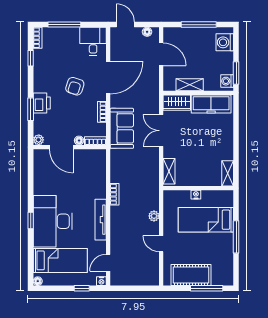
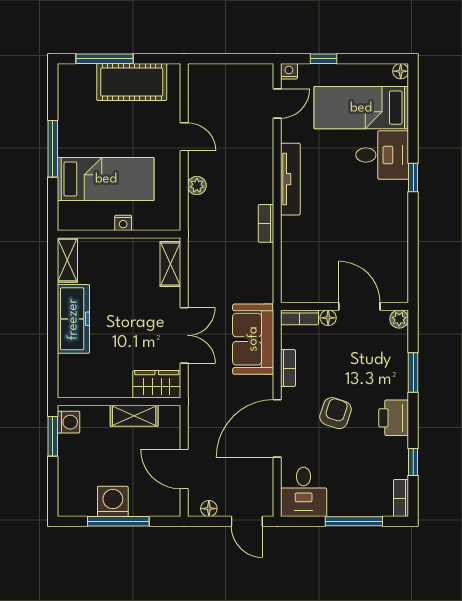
washing machine: (225, 42) -> (113, 501), moved, turned -90
printer: (42, 103) -> (394, 418), moved
freezer: (211, 104) -> (73, 319), moved, turned 90
desk: (53, 221) -> (382, 155), width x0.53, depth x0.77

